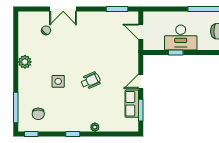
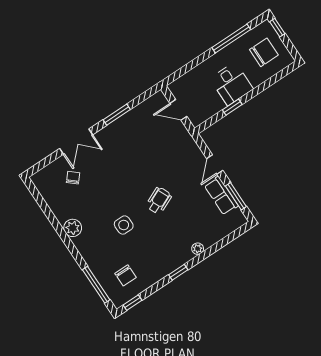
window: (117, 9) -> (117, 115), moved
desk: (181, 38) -> (232, 84), width x0.73

